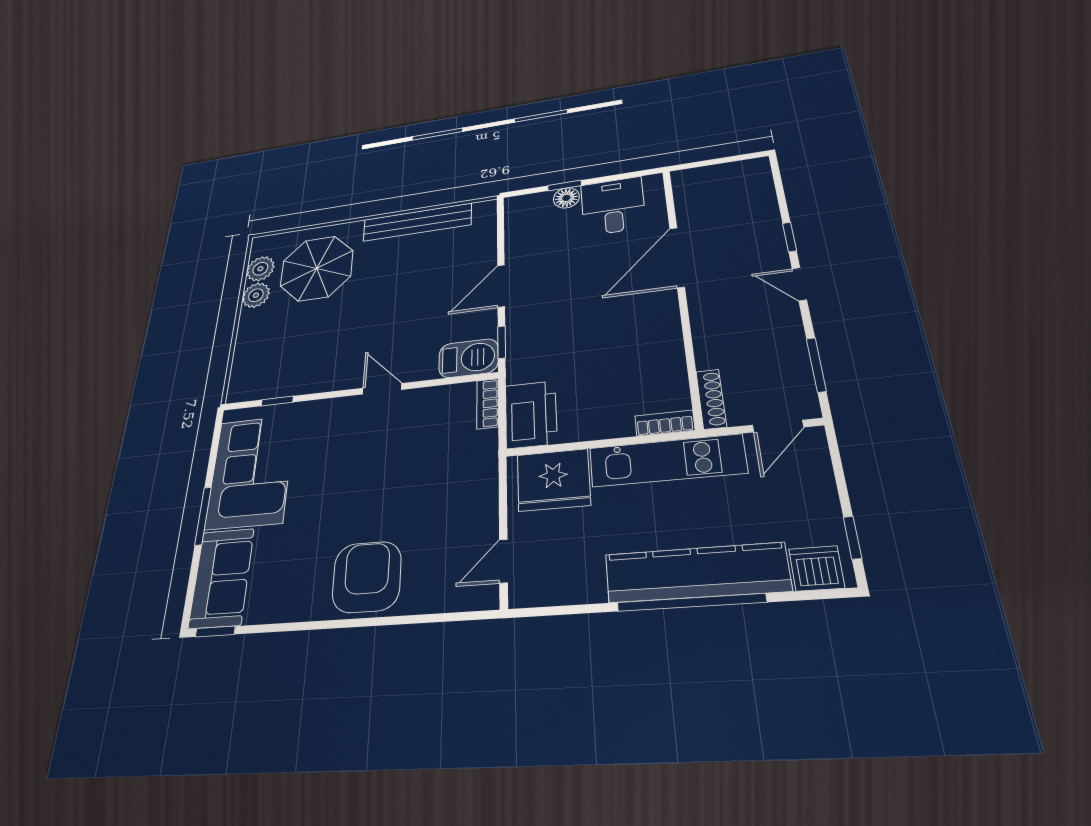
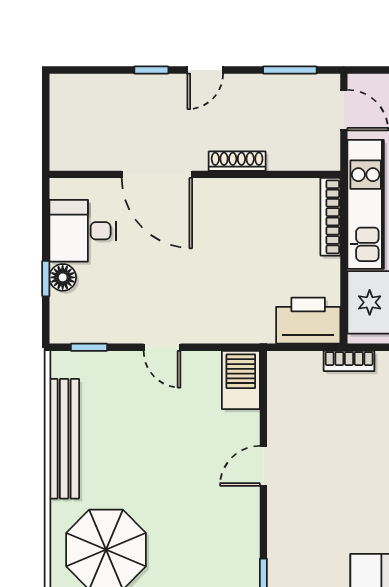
door: (501, 286) -> (162, 347), width x0.73
window: (502, 342) -> (89, 347), moved
shoe rack: (711, 399) -> (237, 161), moved
bookcase: (488, 404) -> (349, 361), moved
bookcase: (665, 423) -> (330, 217), width x1.56

